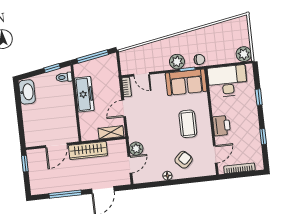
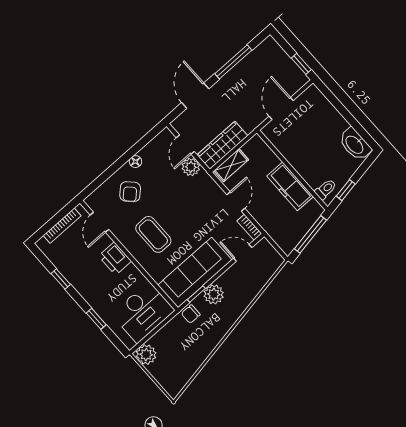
sofa: (186, 82) -> (195, 273), width x1.36
wardrobe: (88, 150) -> (222, 145), moved

